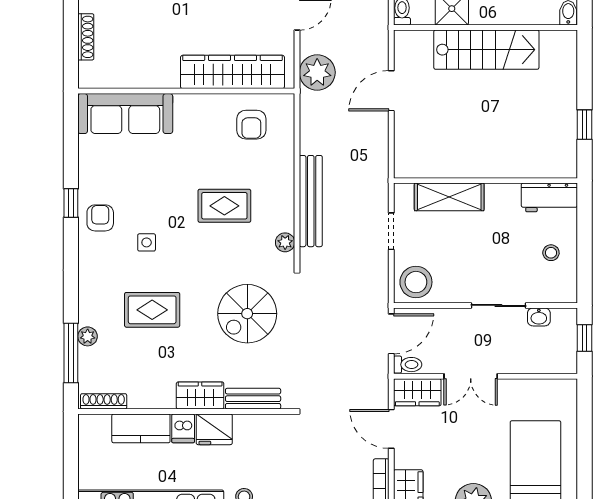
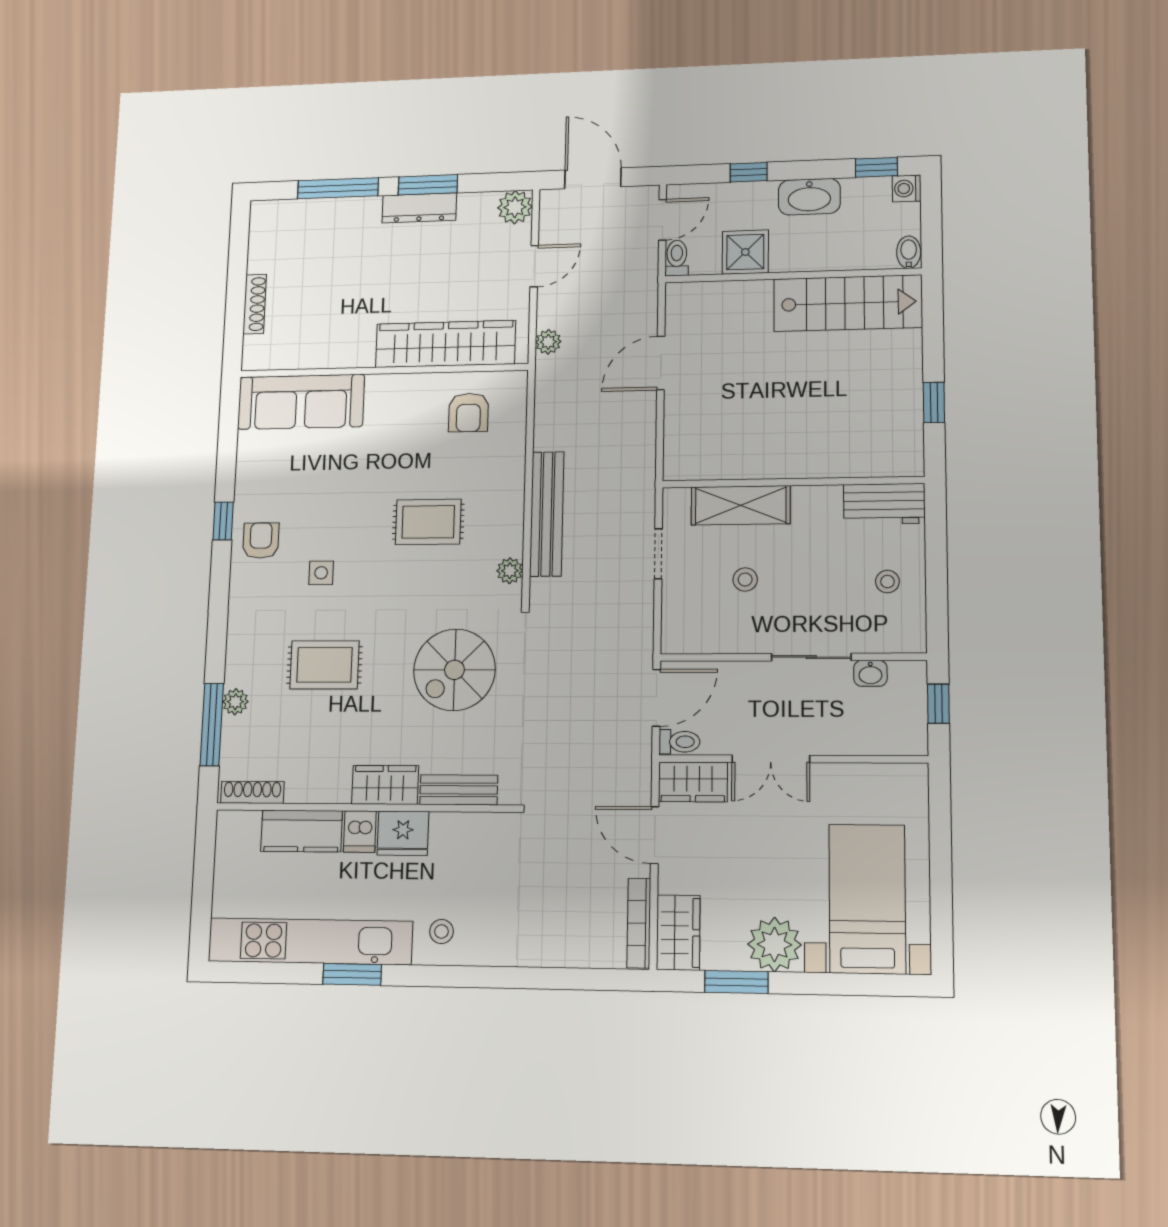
stairs: (486, 50) -> (848, 303), moved
plant: (317, 72) -> (548, 342), width x0.53, depth x0.53
stool: (416, 282) -> (745, 580), moved, width x0.53, depth x0.53

